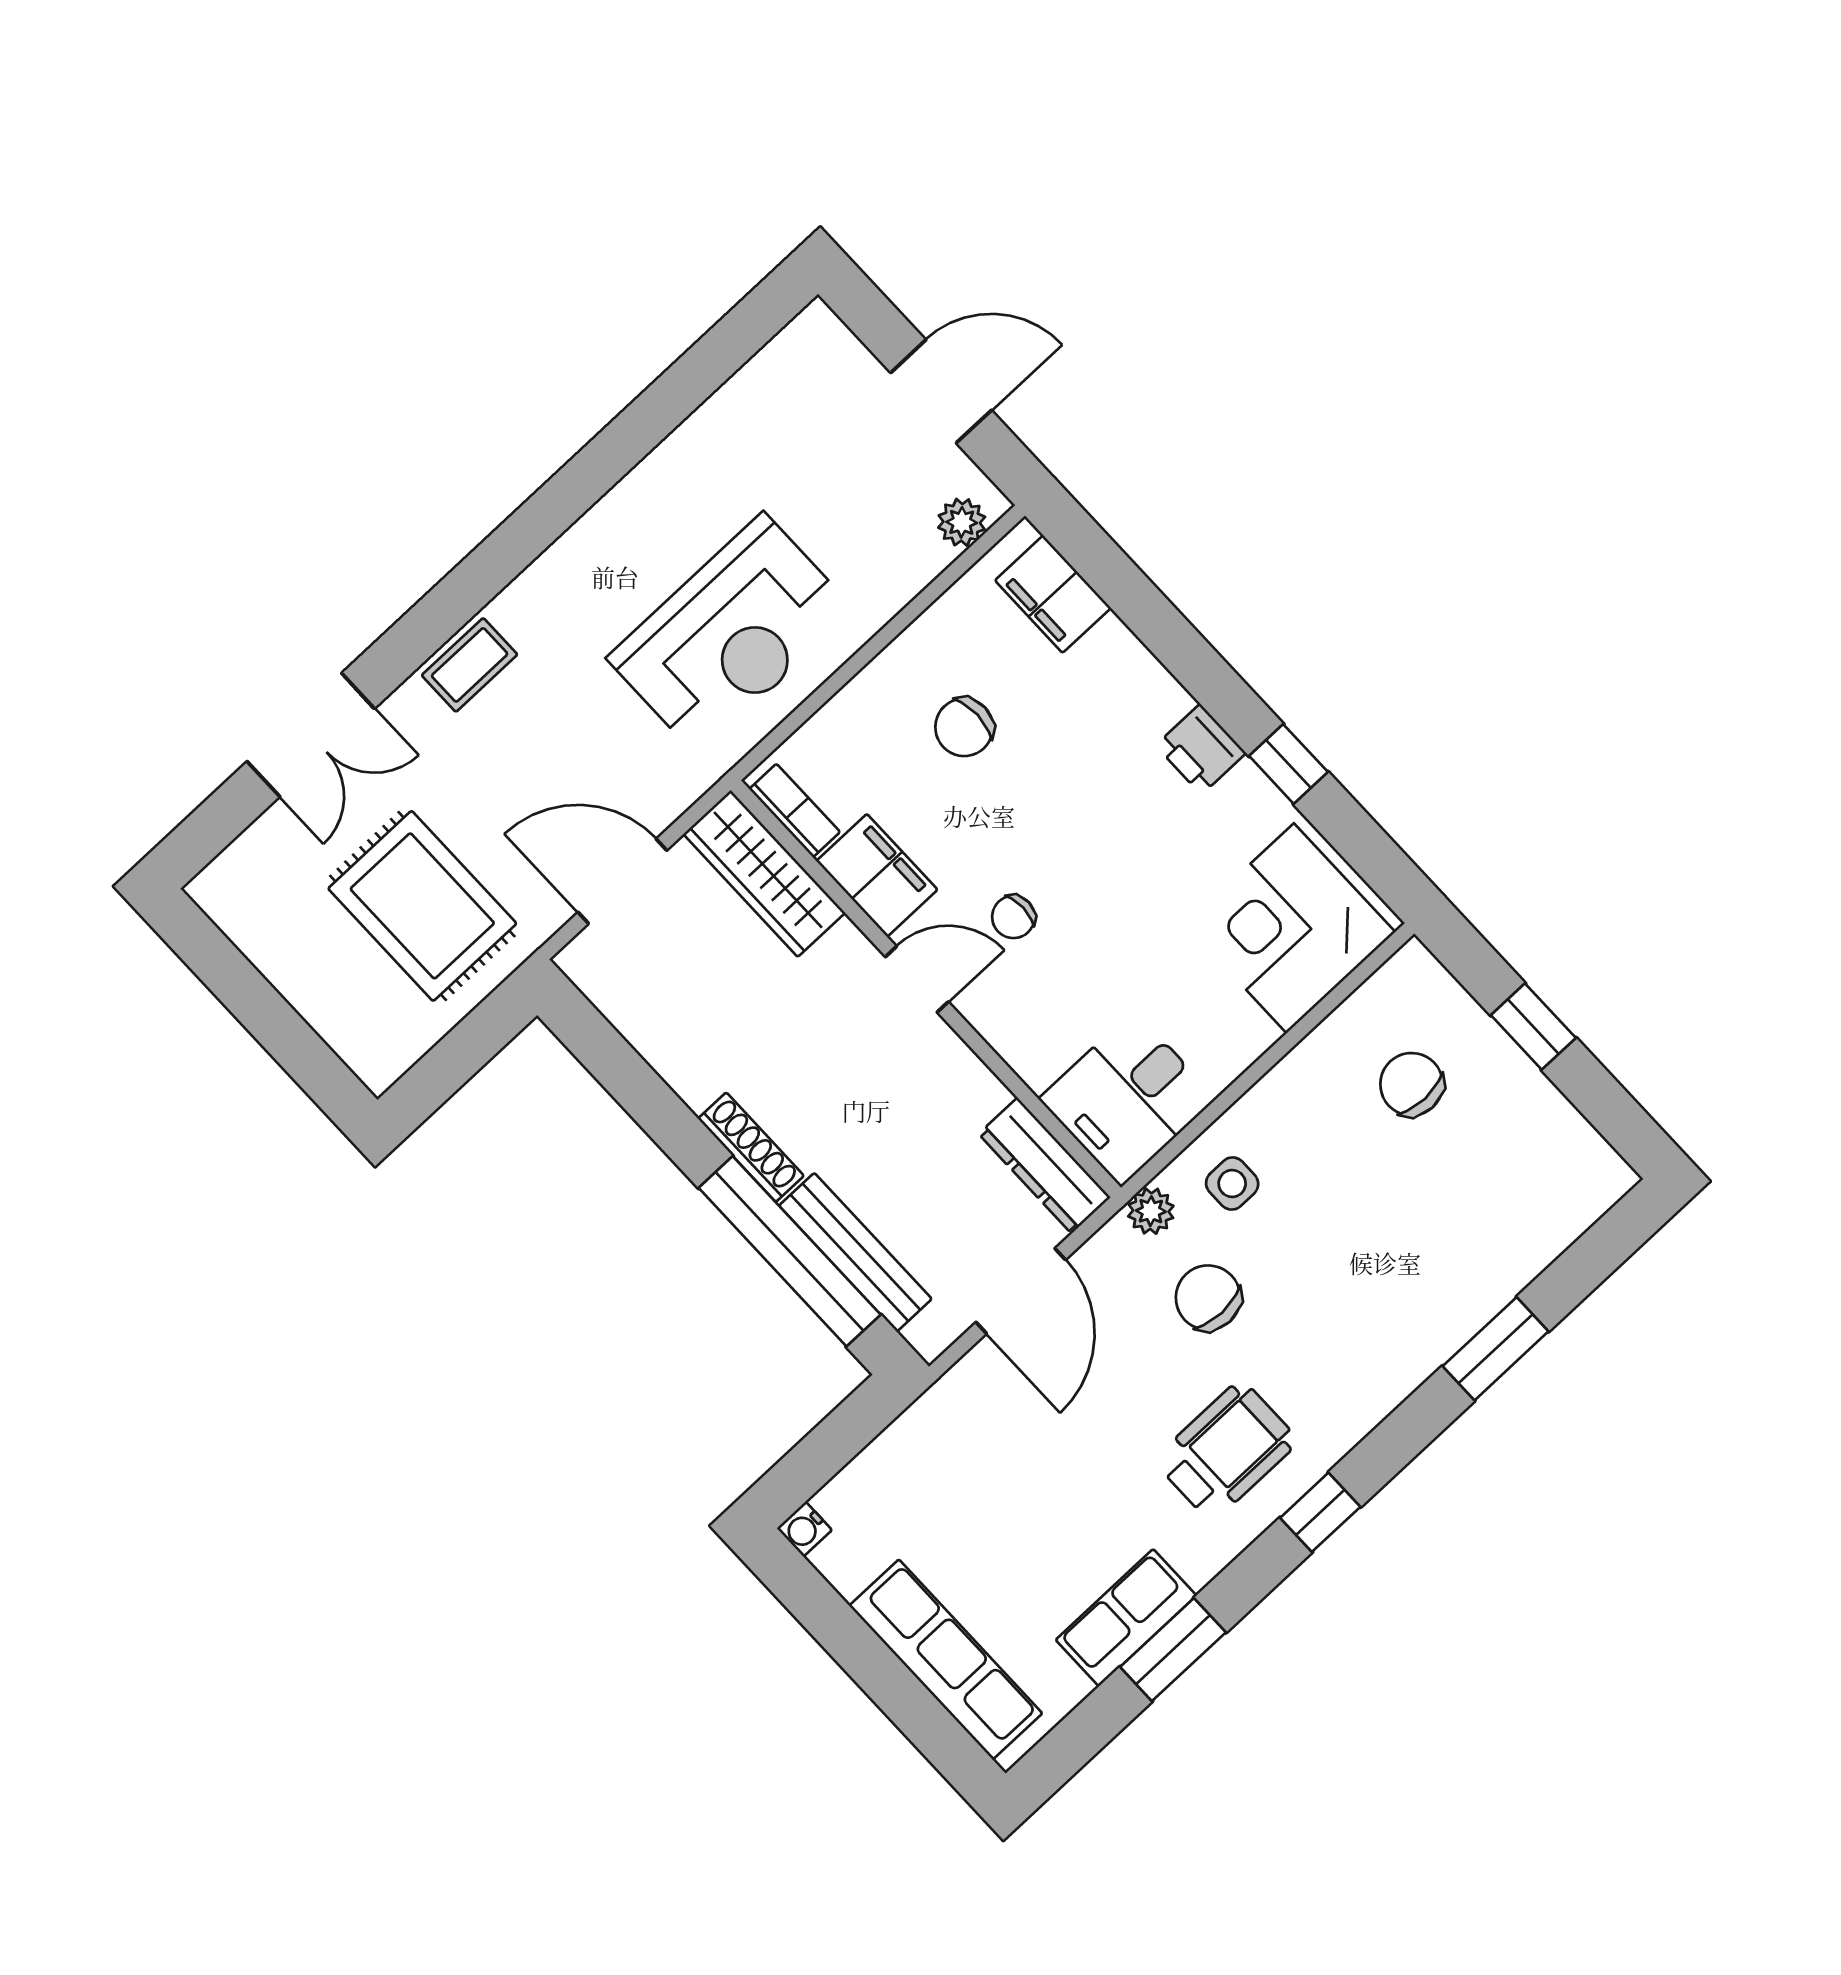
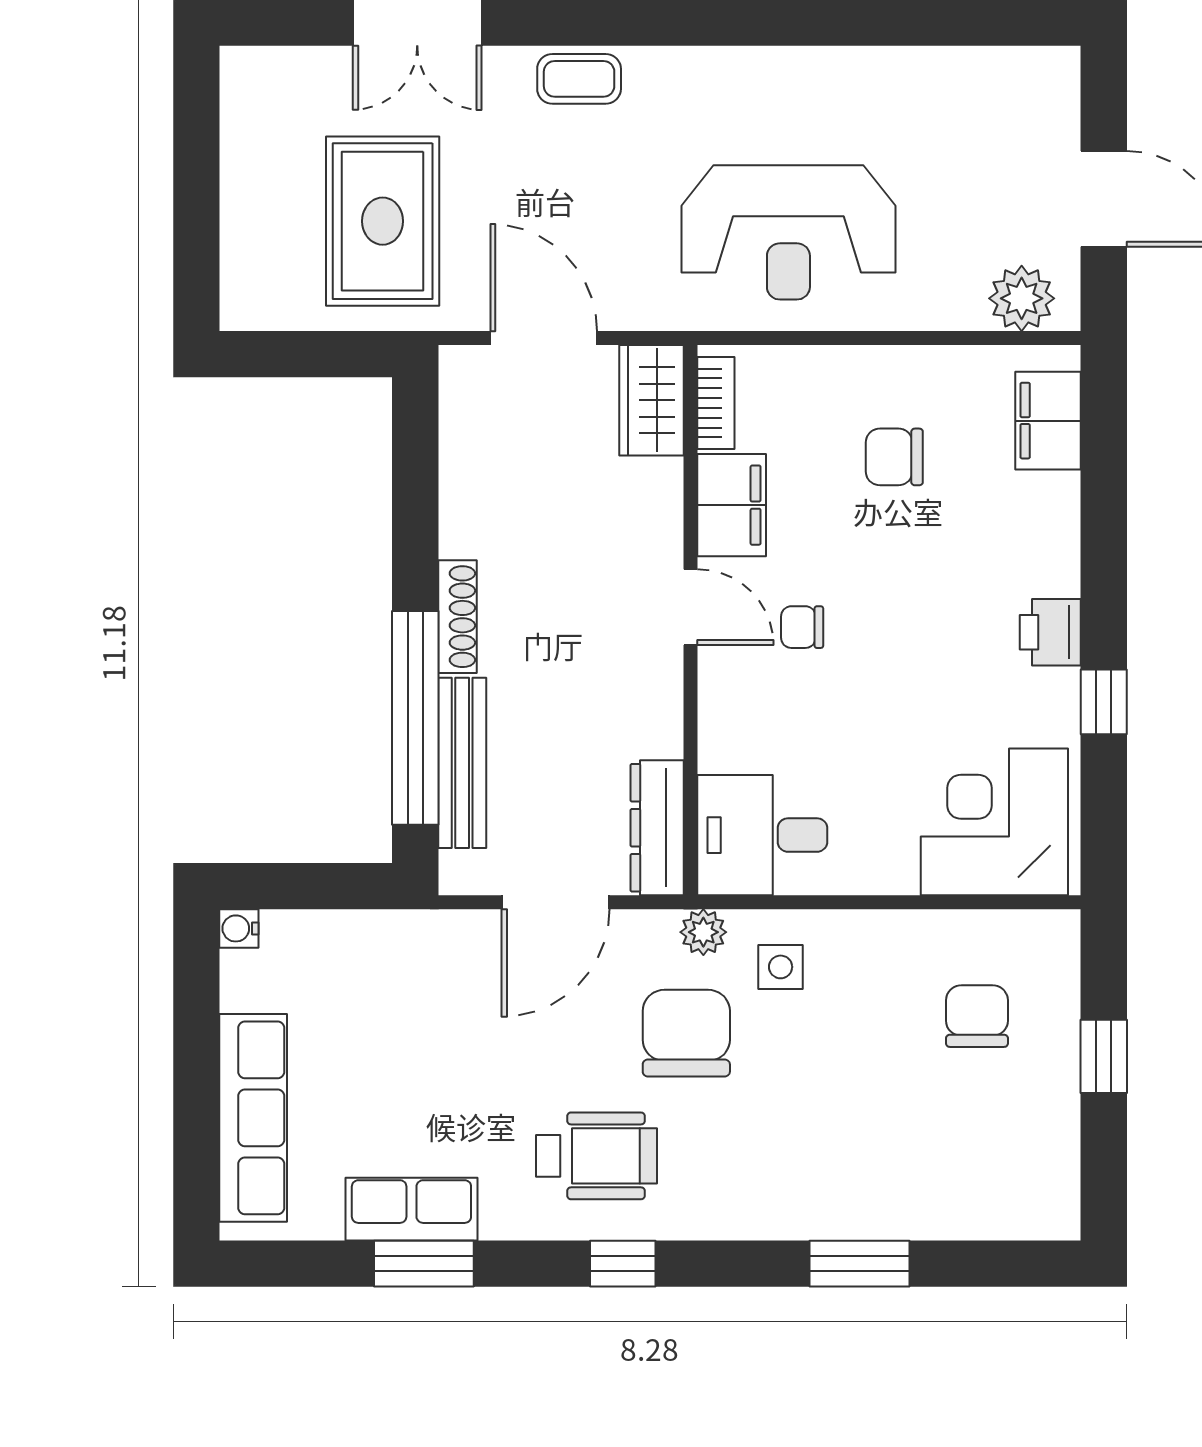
plant: (962, 522) -> (1022, 298), width x1.38, depth x1.38
wardrobe: (764, 873) -> (651, 400), width x0.67
chair: (1208, 1298) -> (686, 1033), width x1.37, depth x1.37

